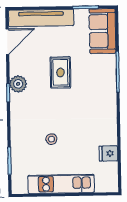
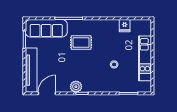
sofa: (102, 31) -> (46, 28), width x1.36
door: (7, 42) -> (47, 93), hinge flipped
rug: (60, 72) -> (81, 43), moved

